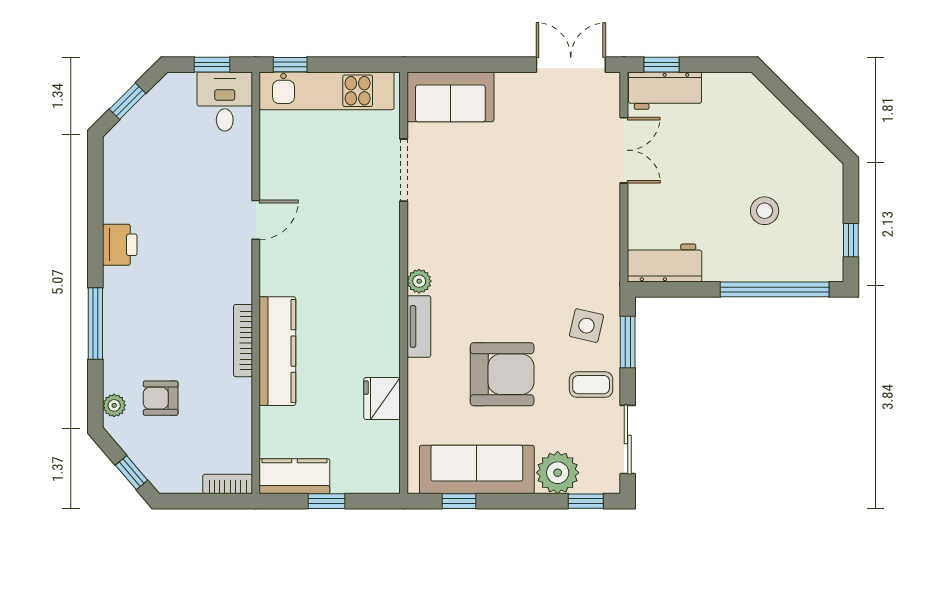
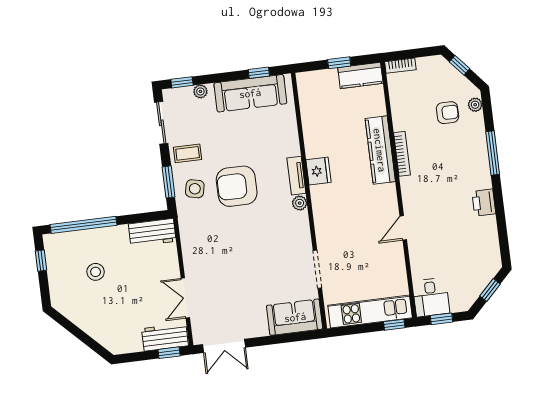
armchair: (502, 374) -> (237, 186), moved
fridge: (382, 399) -> (318, 171), moved
plant: (558, 473) -> (200, 91), width x0.53, depth x0.53

